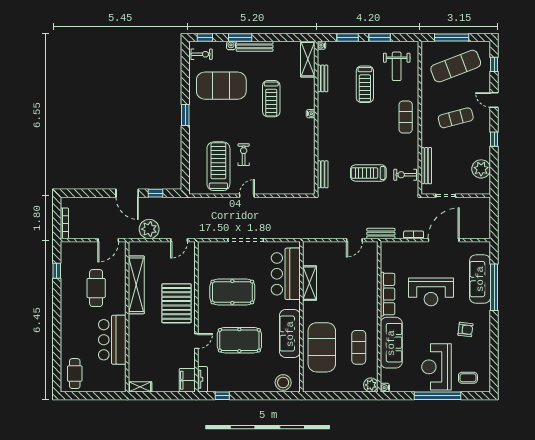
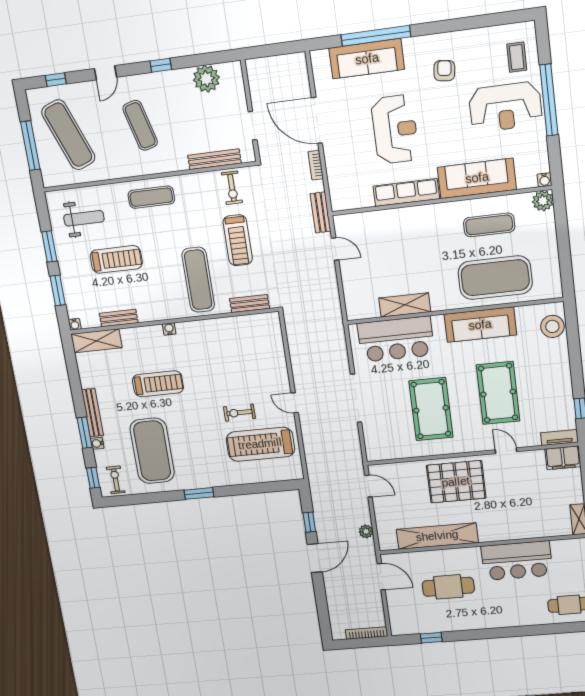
exercise mat: (344, 141) -> (198, 280), added
plant: (149, 229) -> (366, 531), width x0.53, depth x0.53

